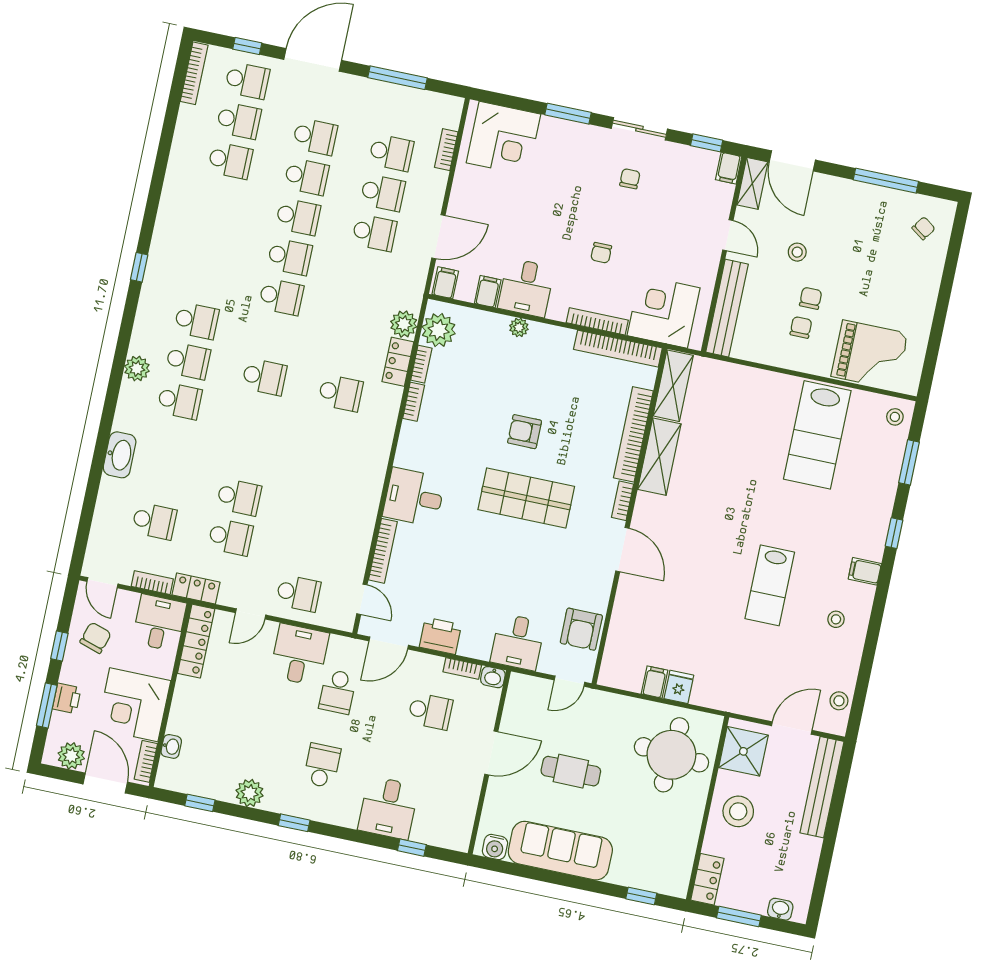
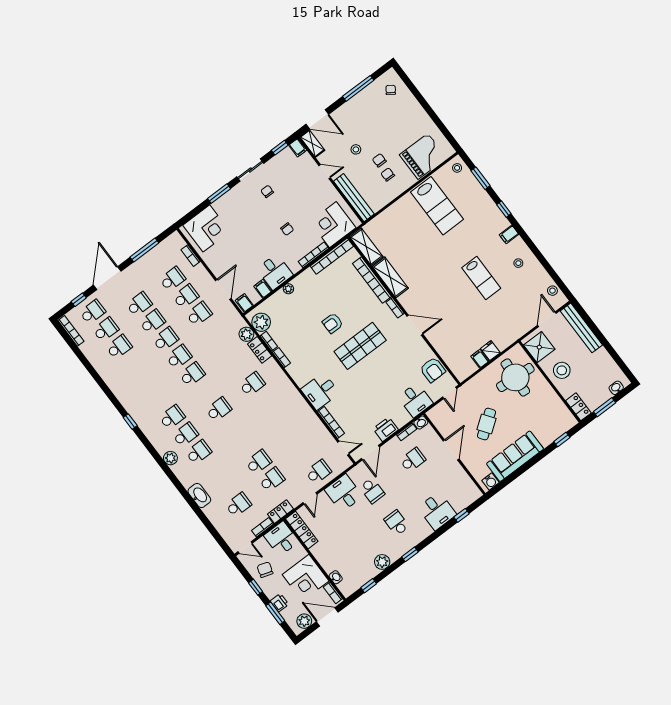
cafe table: (571, 771) -> (486, 424), turned -36

